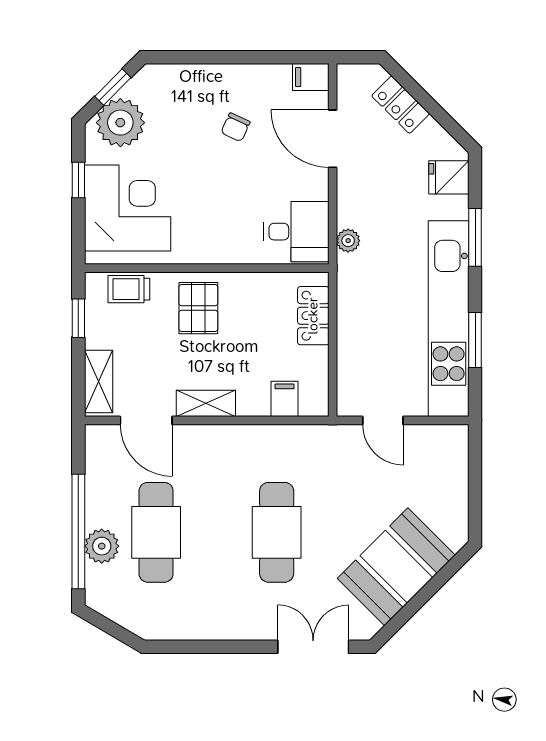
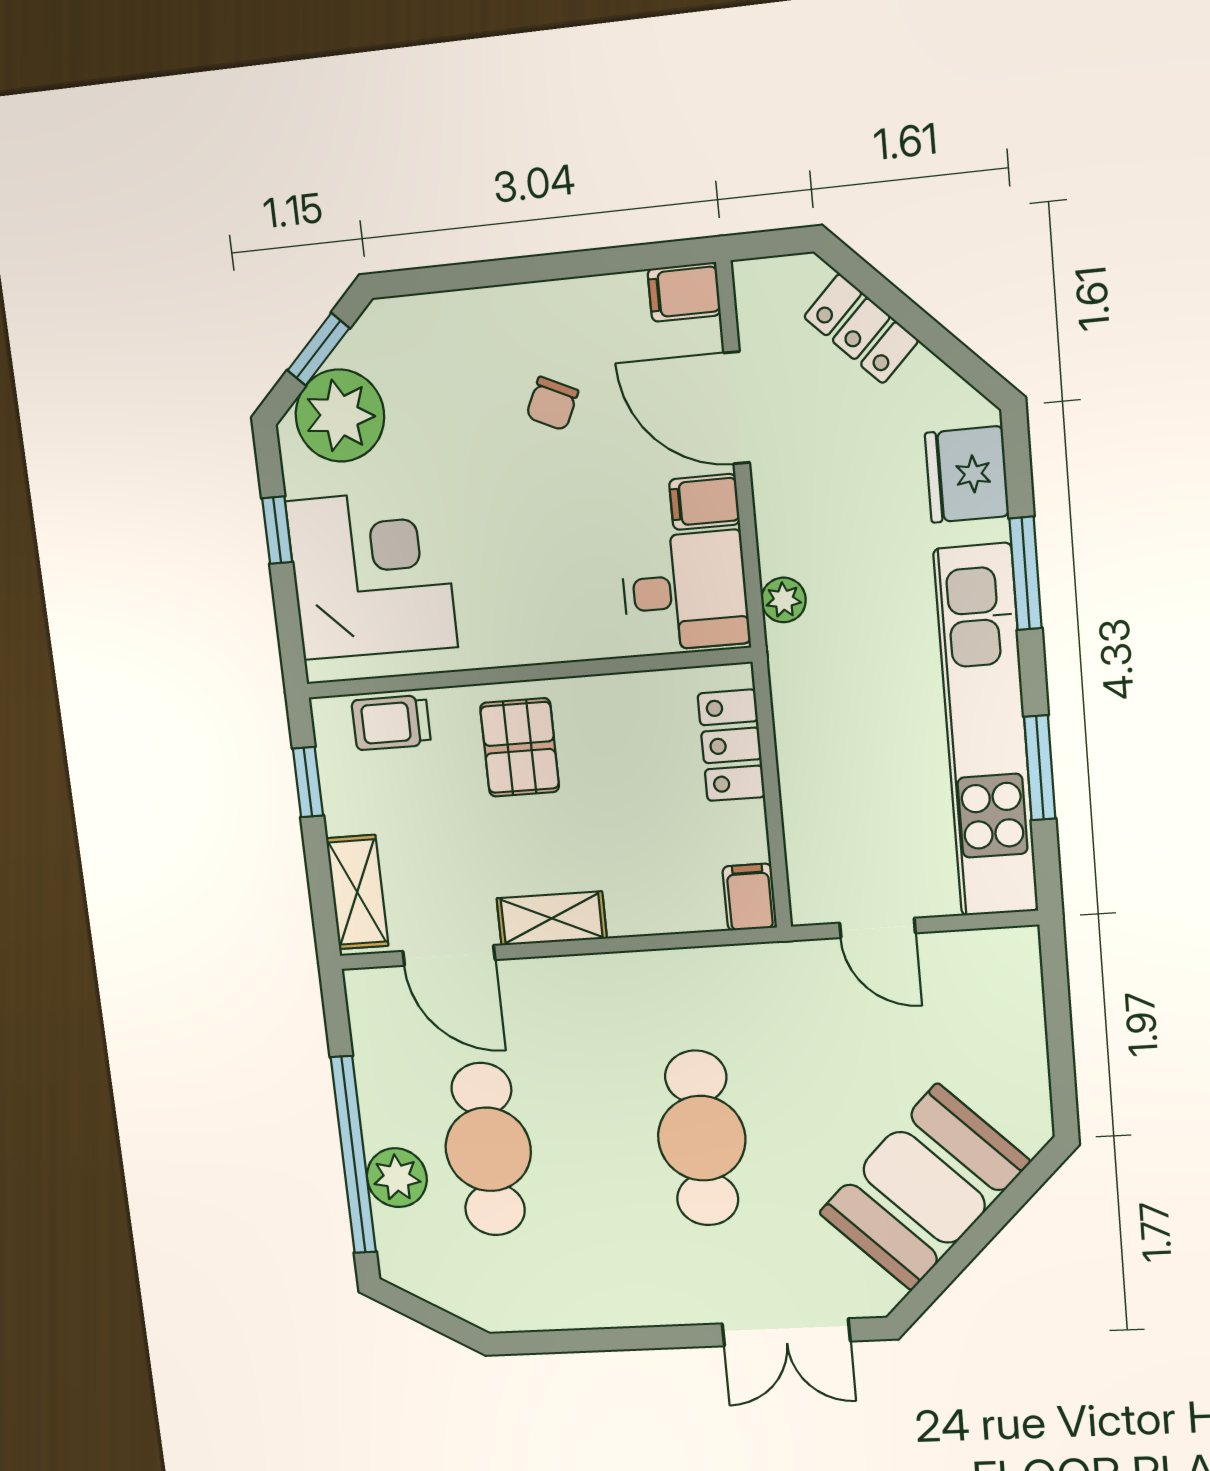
fridge: (449, 177) -> (967, 474), width x1.38
filing cabinet: (311, 186) -> (704, 502), added
filing cabinet: (285, 399) -> (750, 897), moved
double door: (313, 647) -> (786, 1332), swing flipped

